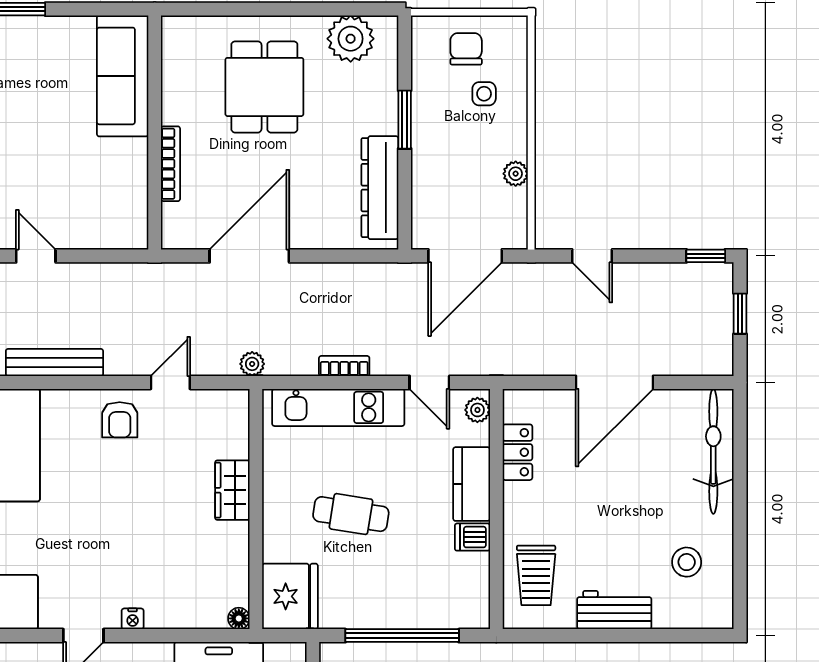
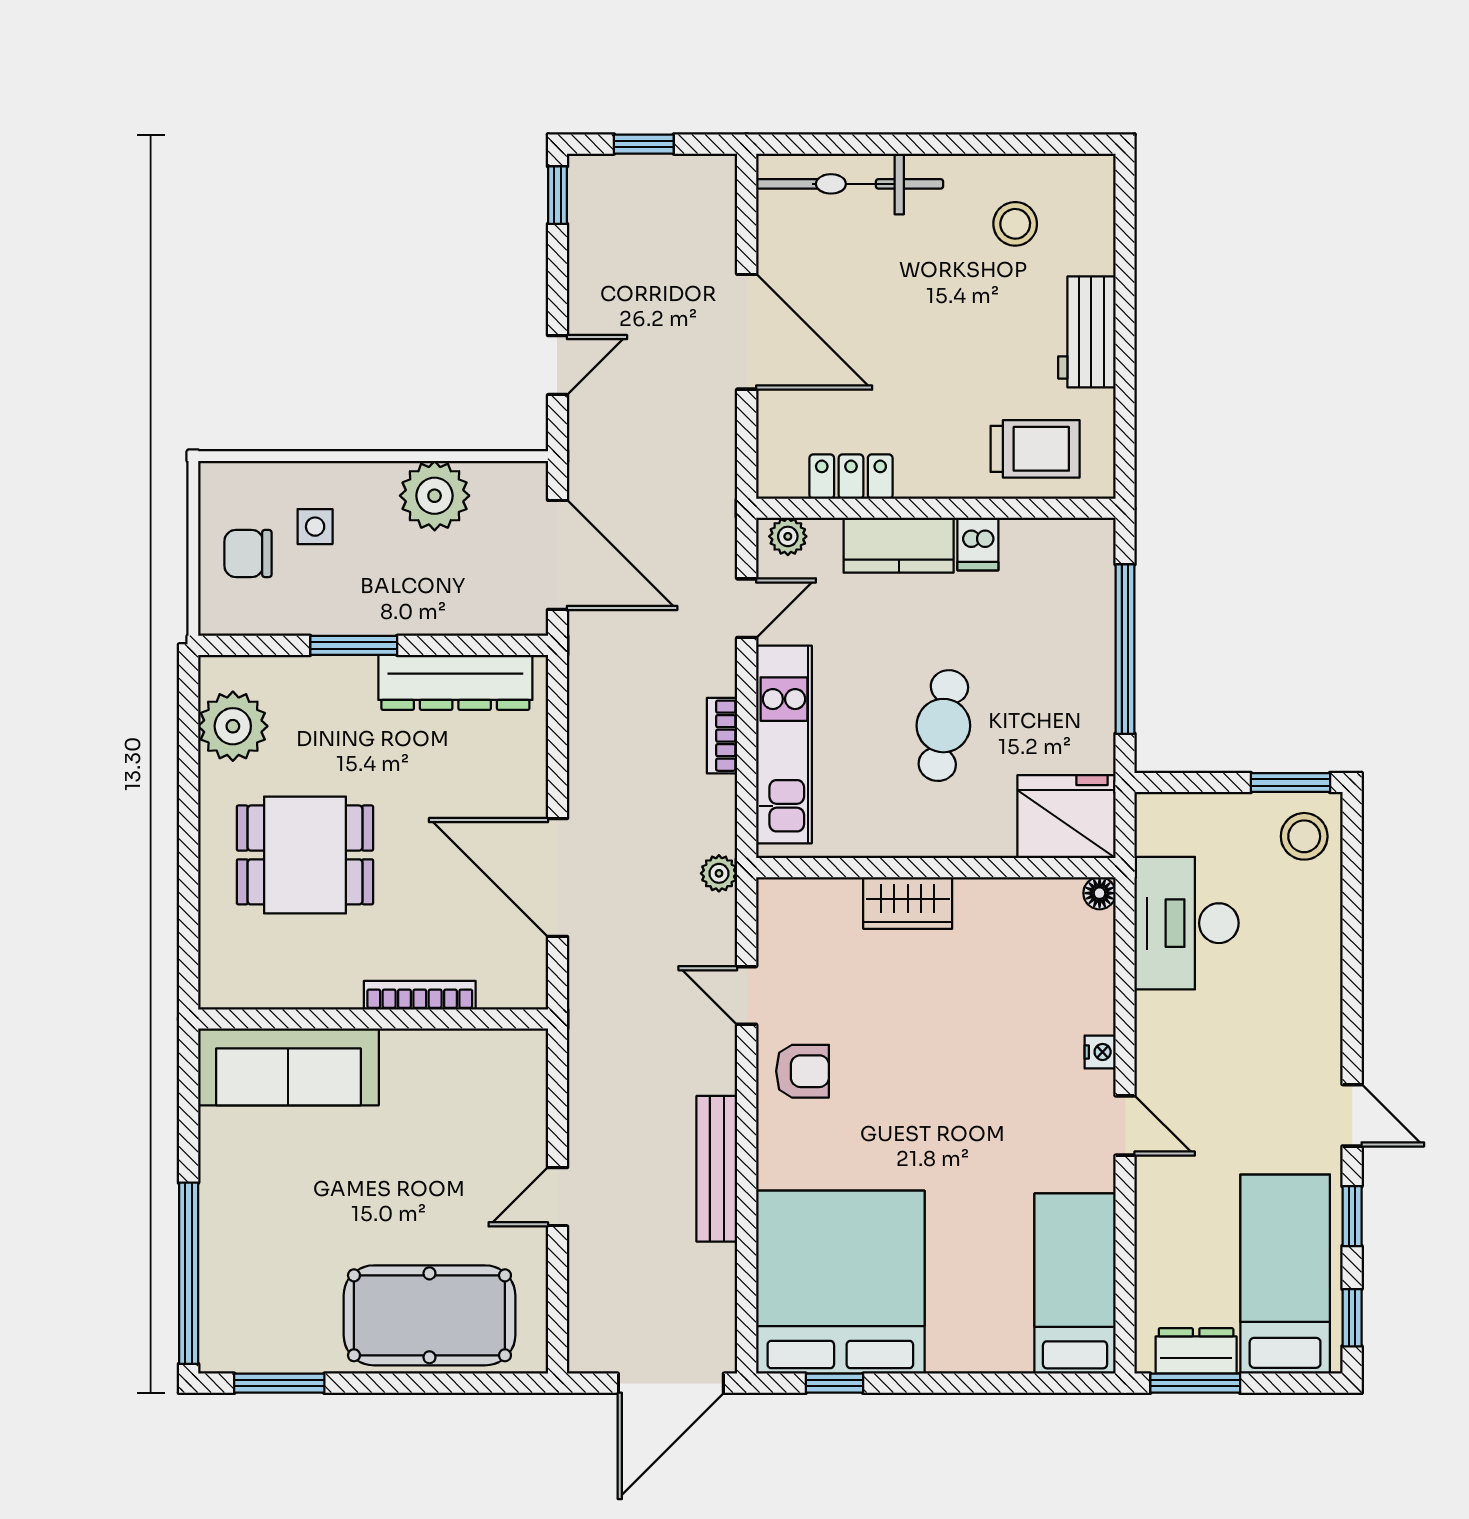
plant: (516, 174) -> (435, 496), width x1.87, depth x1.87

